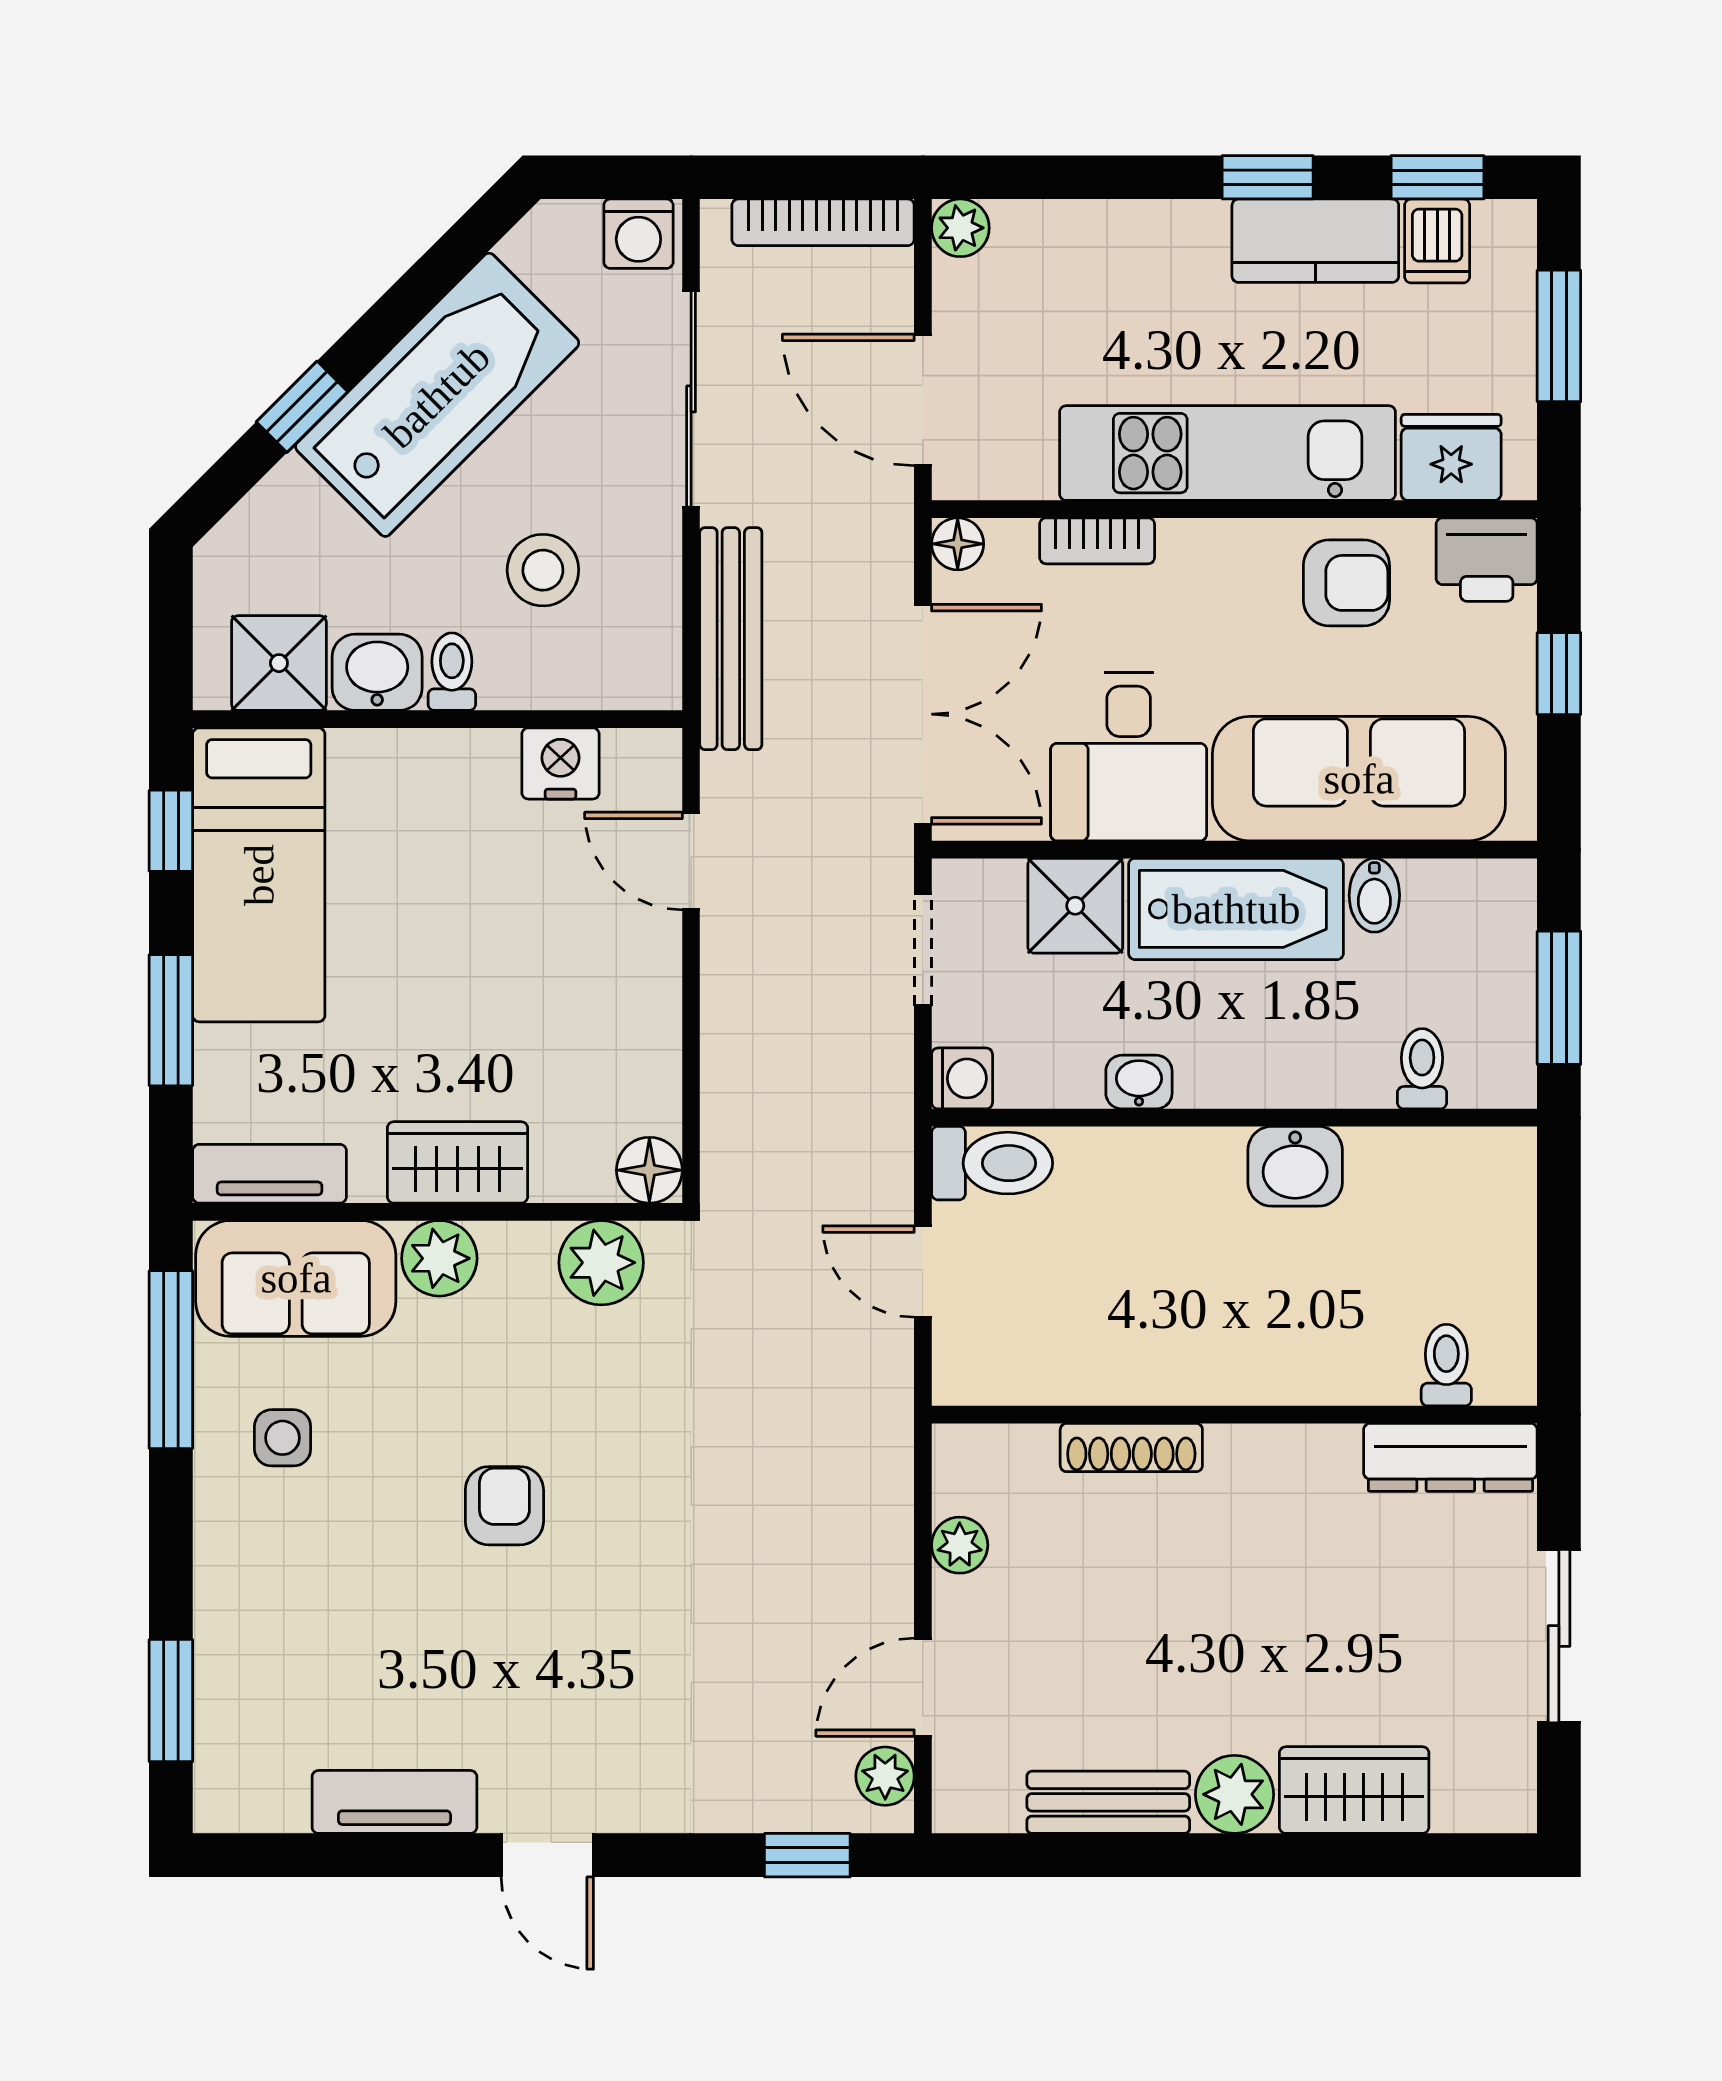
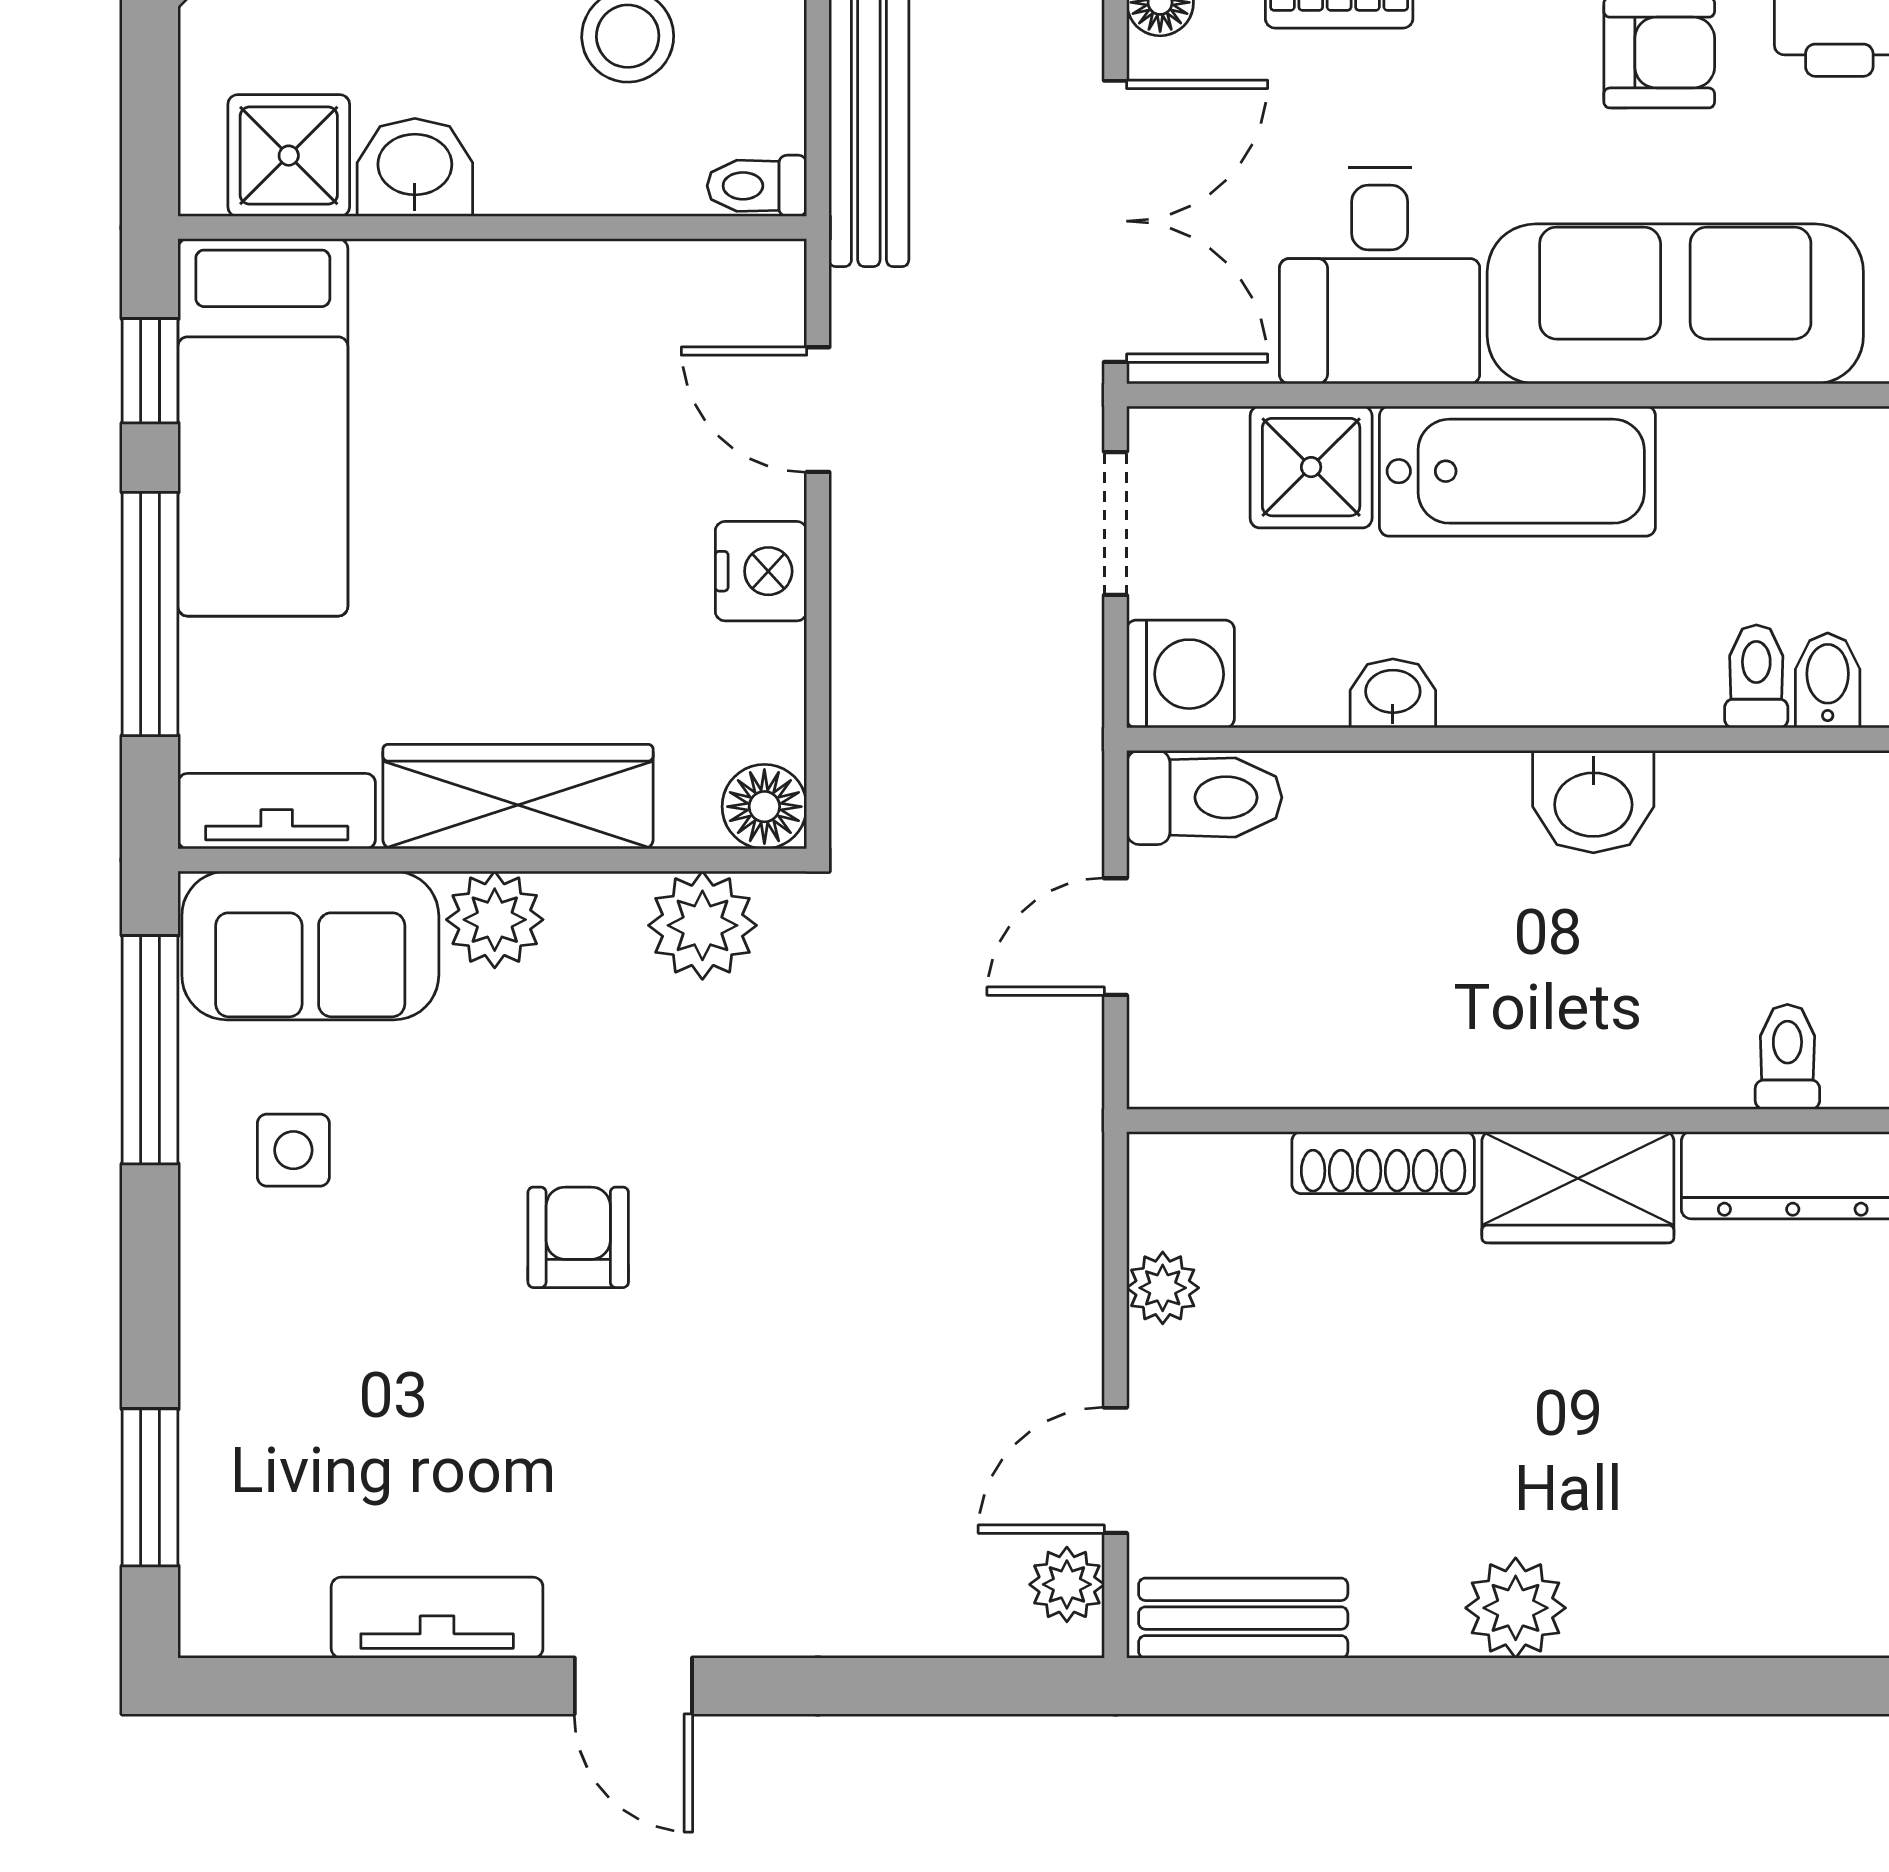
toilet: (452, 672) -> (757, 186), moved, turned -90
nightstand: (561, 763) -> (761, 571), moved, turned 90
bidet: (1374, 895) -> (1828, 680), moved, turned 180
window: (171, 1020) -> (150, 614), width x1.44
washing machine: (962, 1078) -> (1181, 674), width x1.38, depth x1.38
wardrobe: (457, 1162) -> (518, 797), width x1.50
door: (923, 1271) -> (1115, 937), hinge flipped
wardrobe: (1354, 1790) -> (1578, 1187), moved, turned 180
bench: (1108, 1802) -> (1243, 1618), moved
window: (807, 1855) -> (967, 1686), removed

